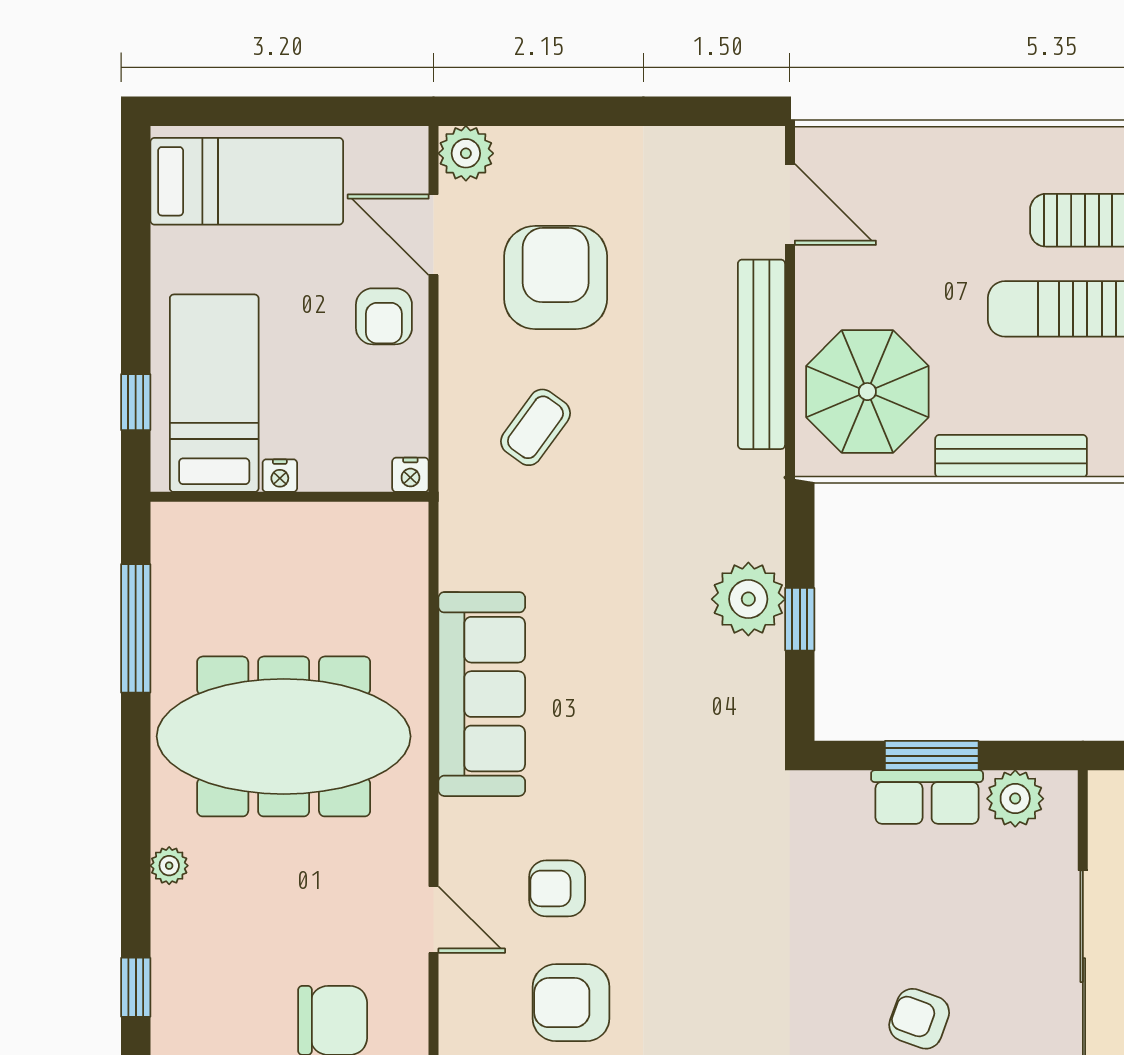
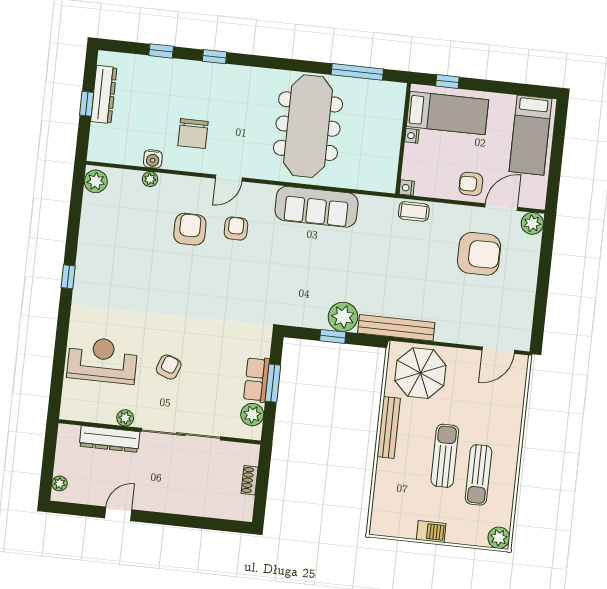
bench: (761, 354) -> (396, 328), moved
coffee table: (535, 427) -> (414, 211), moved, turned -36
plant: (169, 866) -> (261, 75), removed

